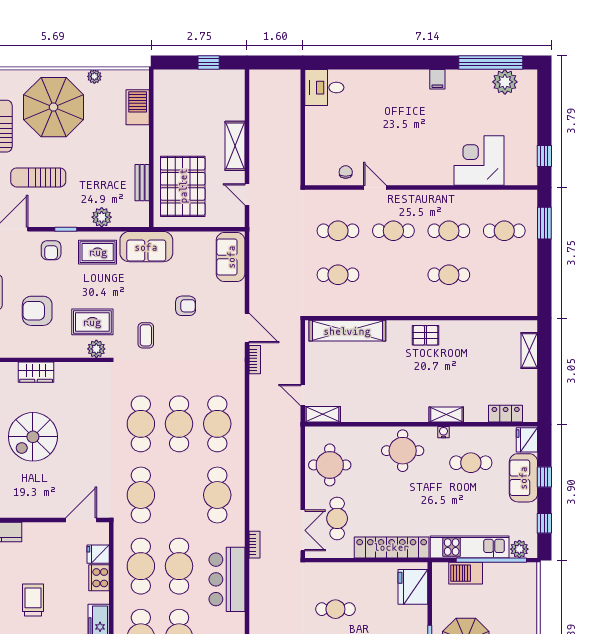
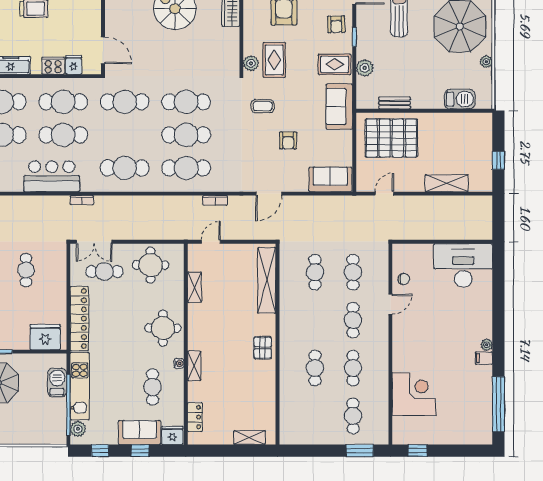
plant: (505, 82) -> (487, 345), moved, width x0.53, depth x0.53
desk: (324, 88) -> (463, 265), width x1.87, depth x1.30
shelving: (235, 146) -> (447, 183), moved
armchair: (51, 250) -> (336, 24), turned -91
rug: (98, 252) -> (335, 64), turned 90
bookcase: (255, 360) -> (215, 200), moved
shelving: (323, 414) -> (194, 287), moved

